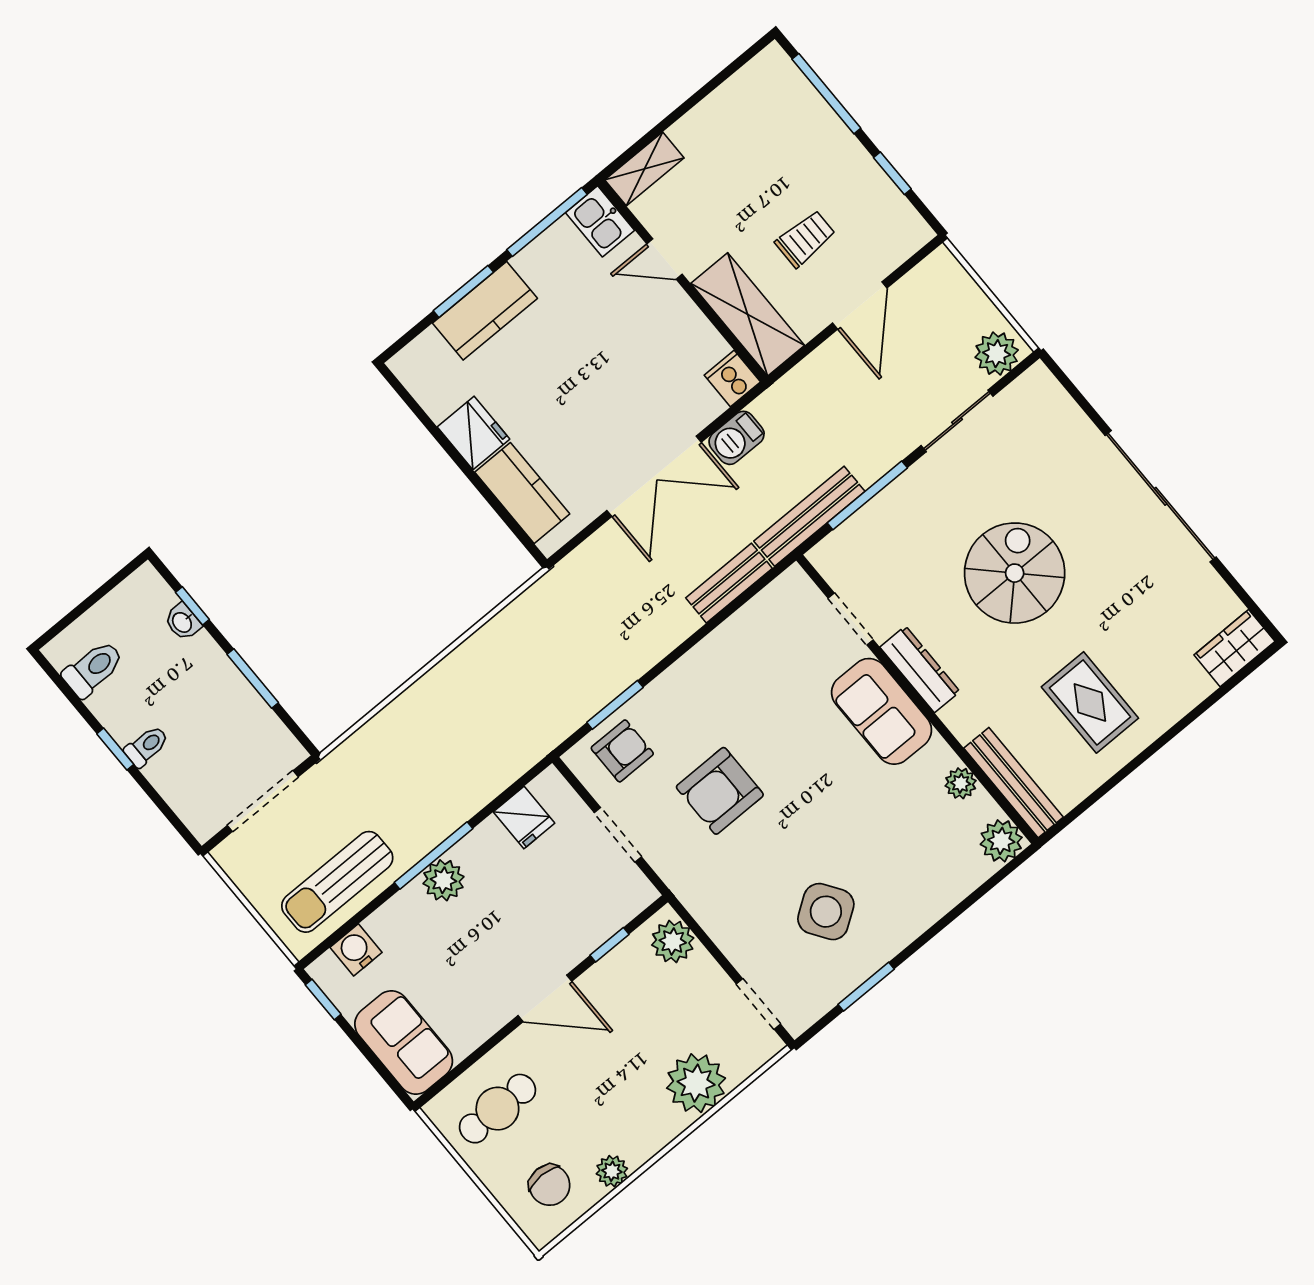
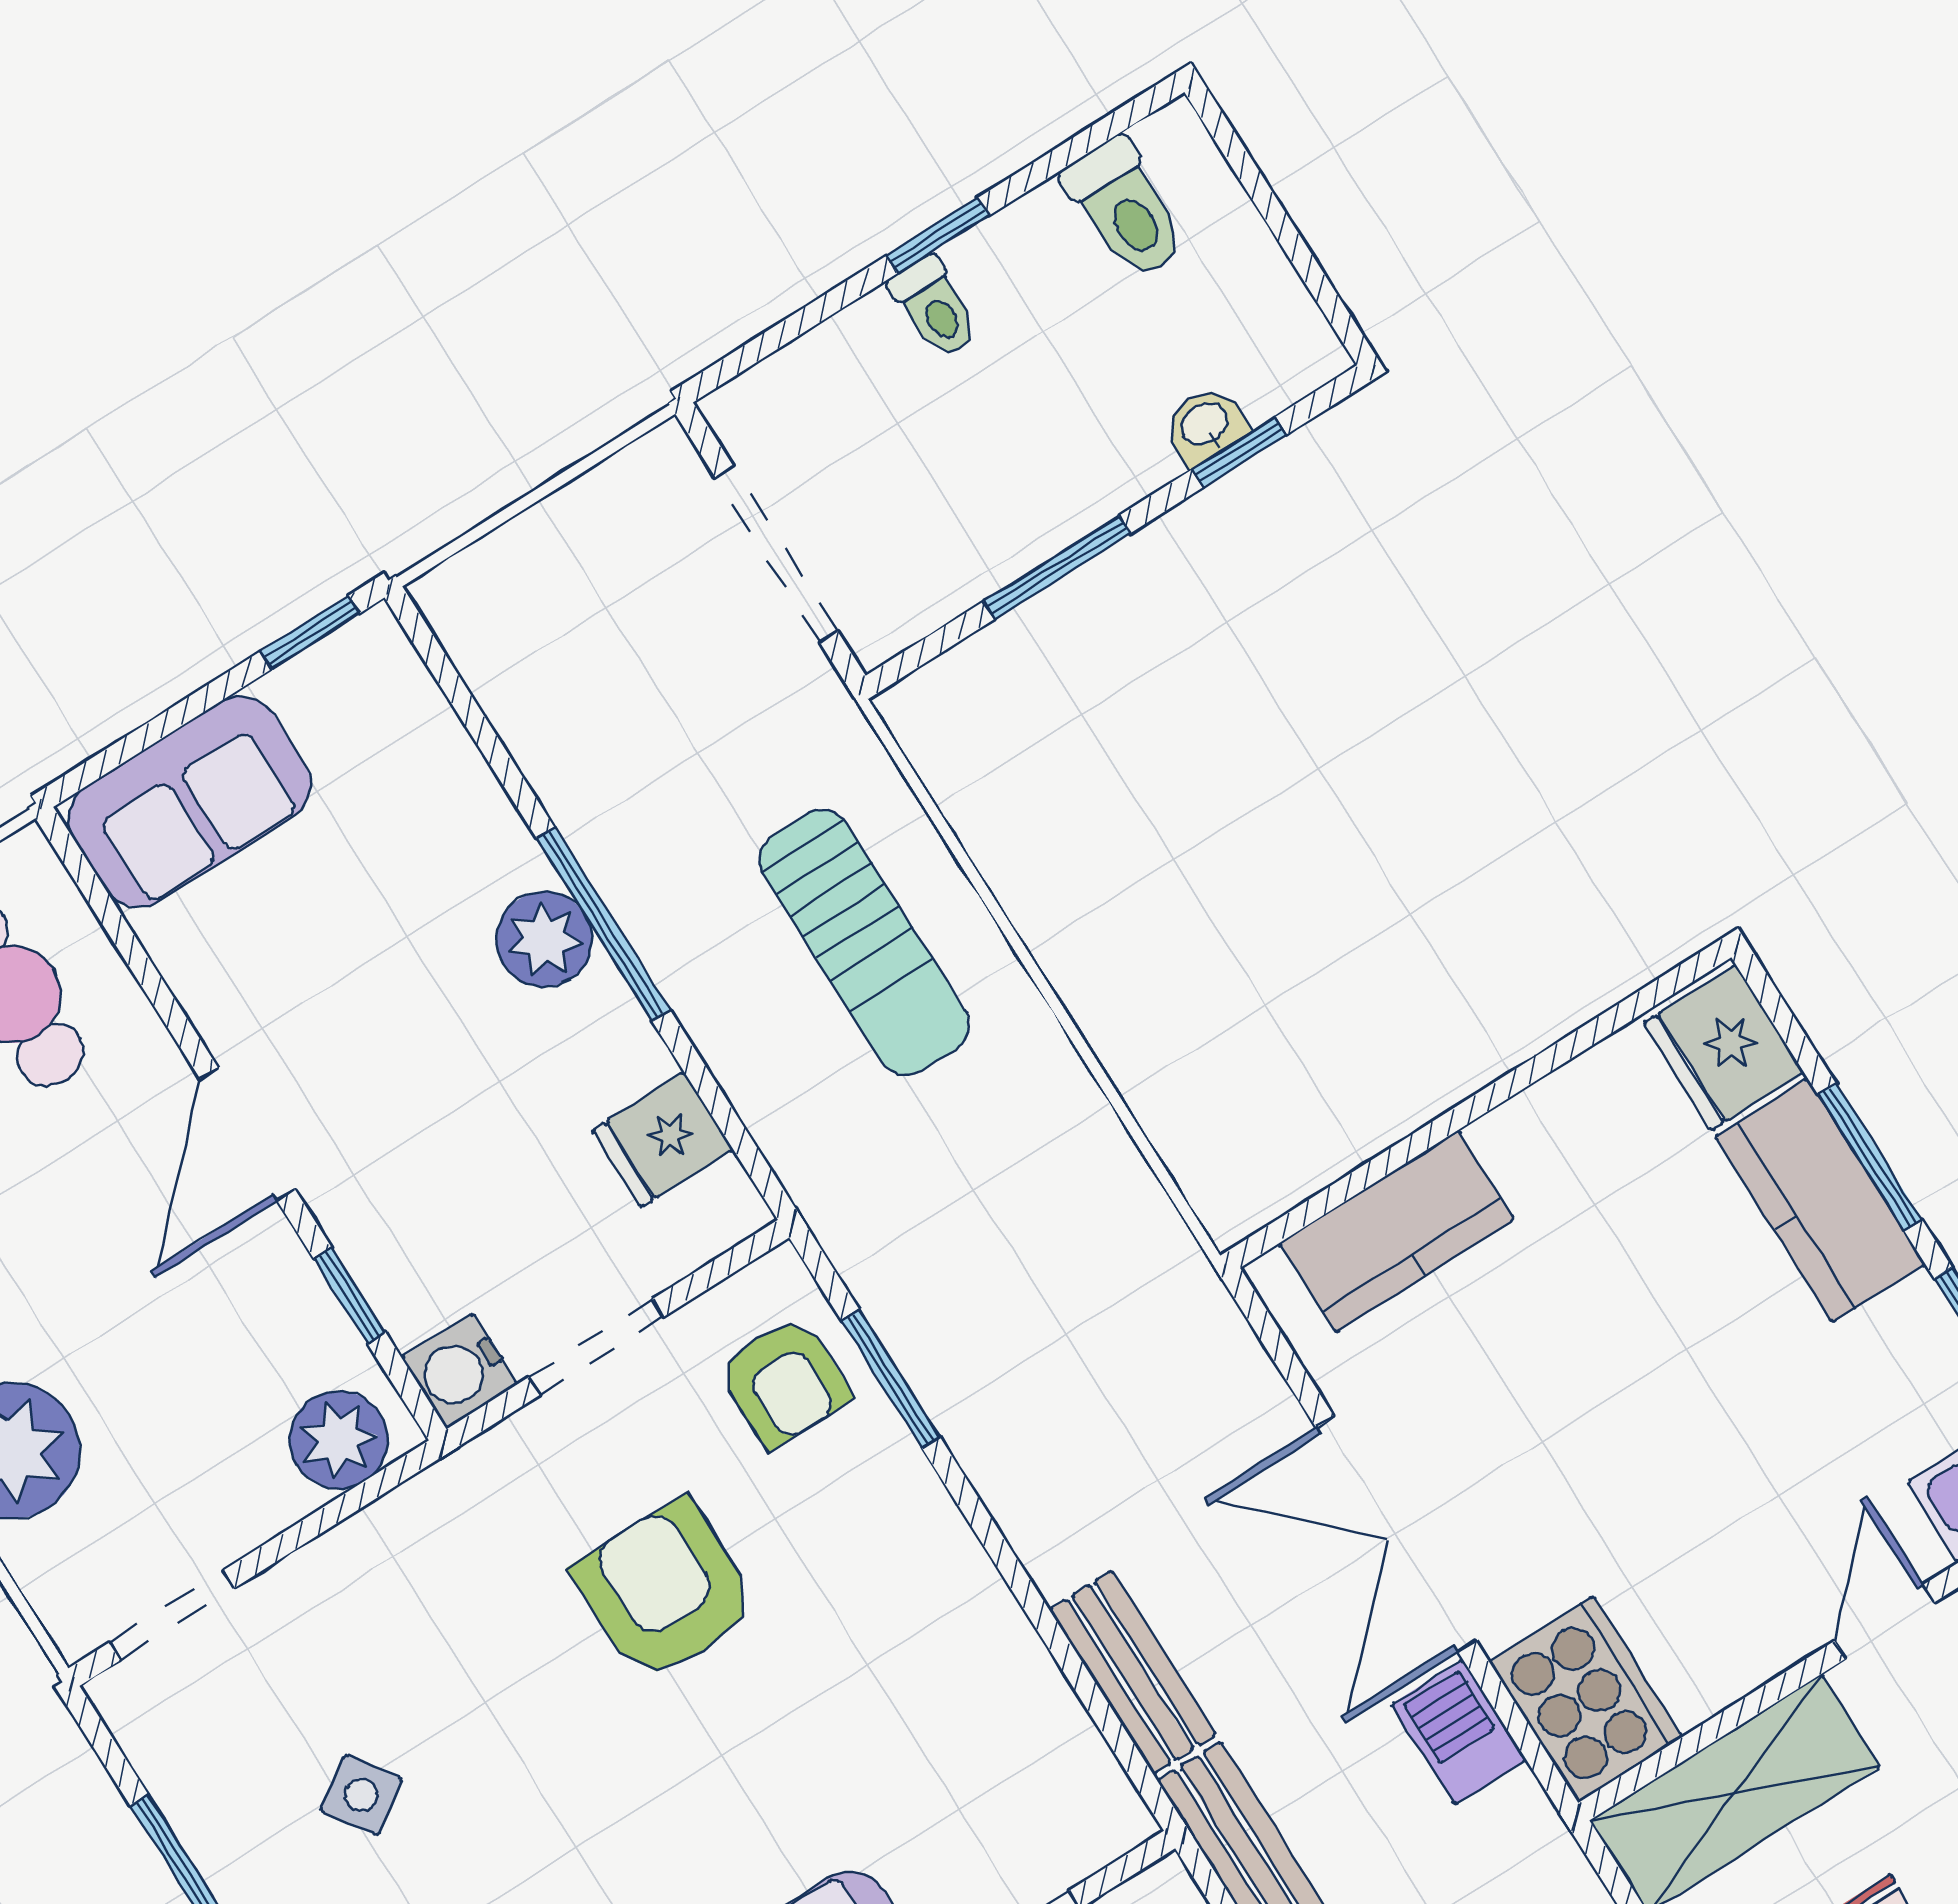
cooker: (732, 379) -> (1586, 1699), width x1.87, depth x1.31
fridge: (473, 433) -> (1724, 1048), moved, turned 90
sun lounger: (337, 882) -> (864, 943), moved, turned 180
side table: (826, 912) -> (361, 1795), width x0.54, depth x0.54
water cooler: (356, 950) -> (460, 1371), moved, turned 180

